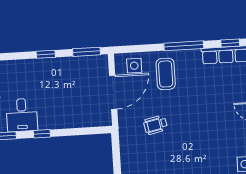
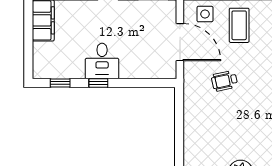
door: (113, 92) -> (180, 42), hinge flipped
desk: (22, 115) -> (102, 61), moved

